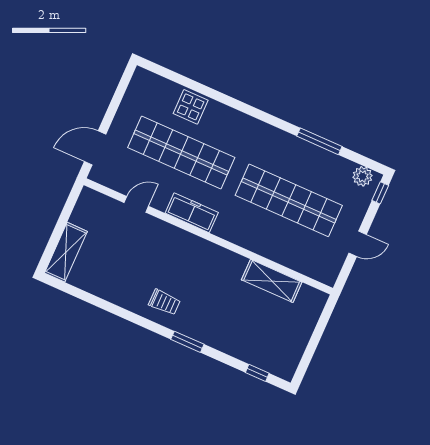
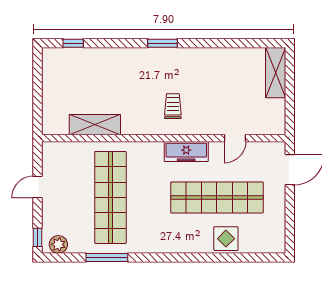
shop shelf: (289, 200) -> (110, 197), turned 90
trolley: (164, 302) -> (173, 106), moved, turned 90
window: (187, 342) -> (162, 43), moved

